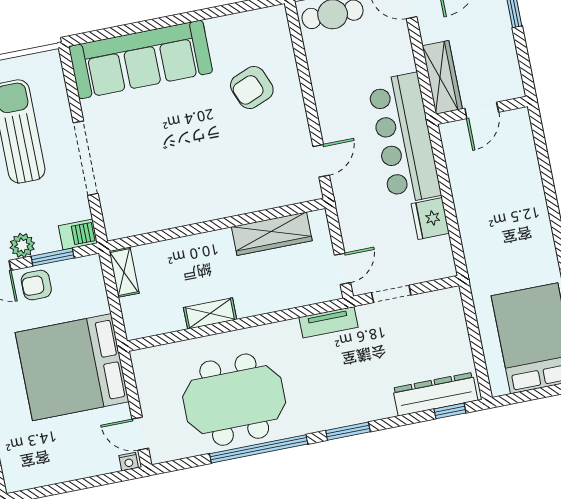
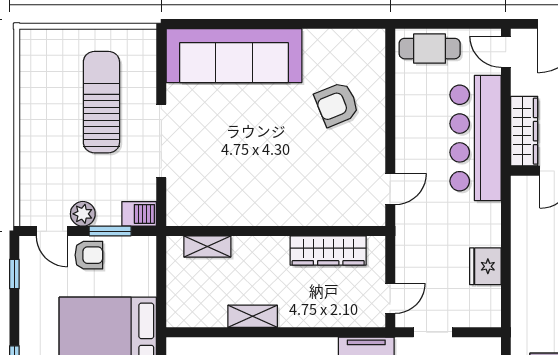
bar counter: (404, 139) -> (476, 138), moved
shelving: (124, 272) -> (207, 246), moved, turned 90
armchair: (36, 285) -> (89, 255), turned 180

